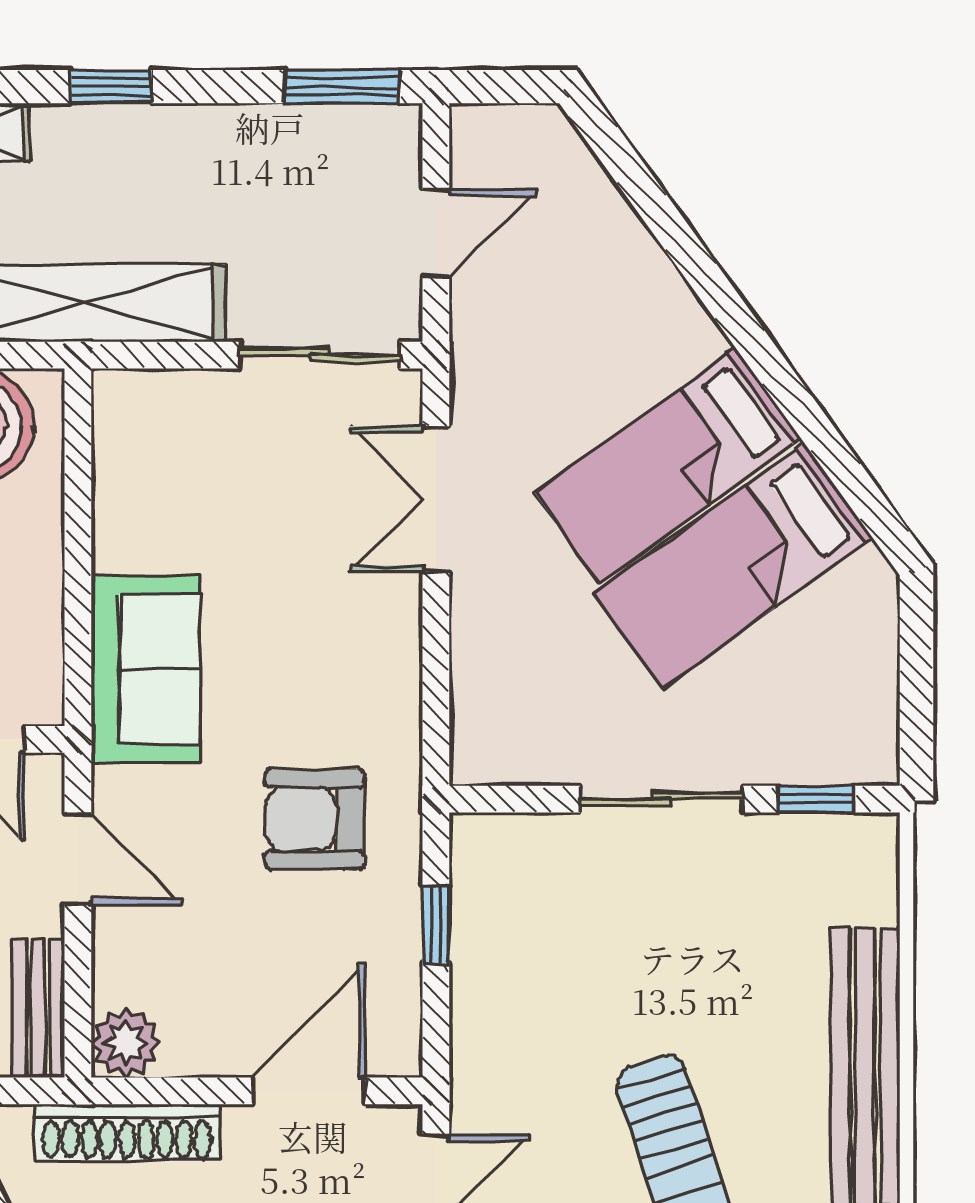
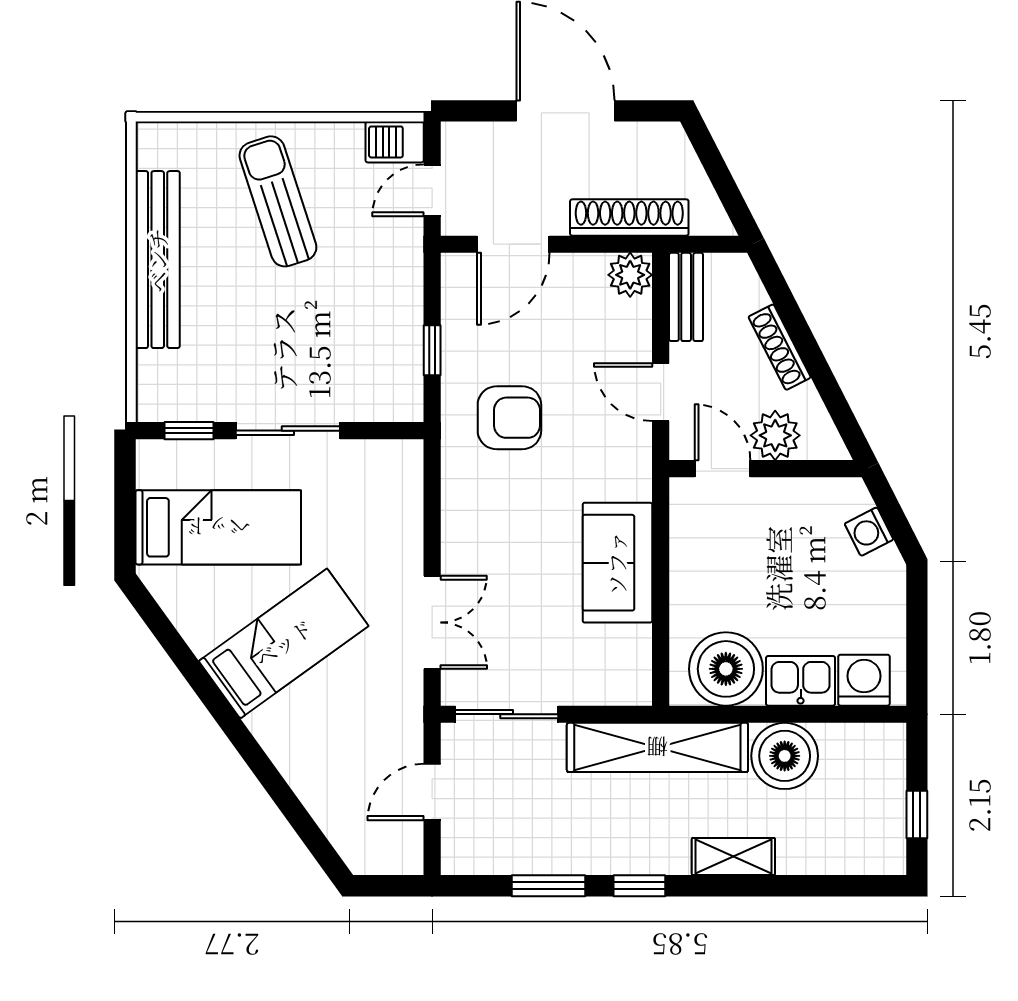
window: (342, 87) -> (548, 886), moved
bed: (733, 566) -> (218, 527), moved, turned 36
sofa: (146, 669) -> (617, 563), moved

